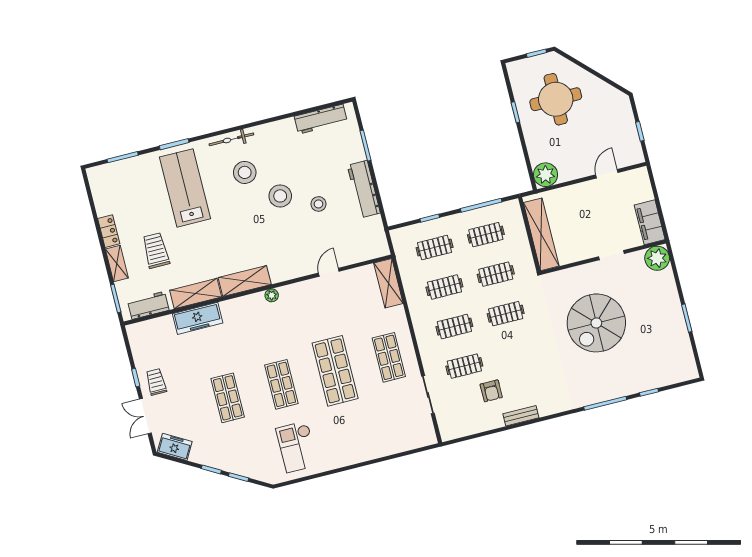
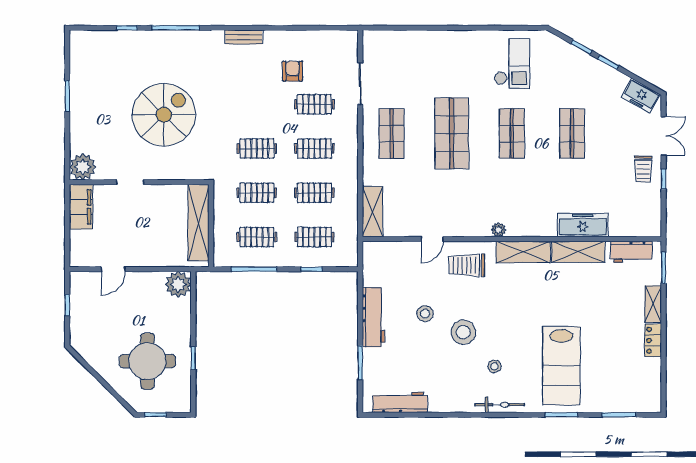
stool: (245, 172) -> (494, 366), width x0.53, depth x0.53
trolley: (156, 251) -> (467, 265), moved, turned 90
bench: (521, 416) -> (244, 37), moved

